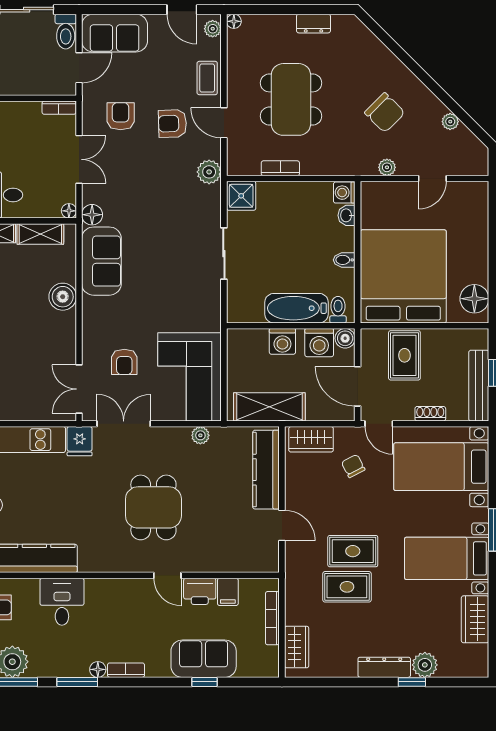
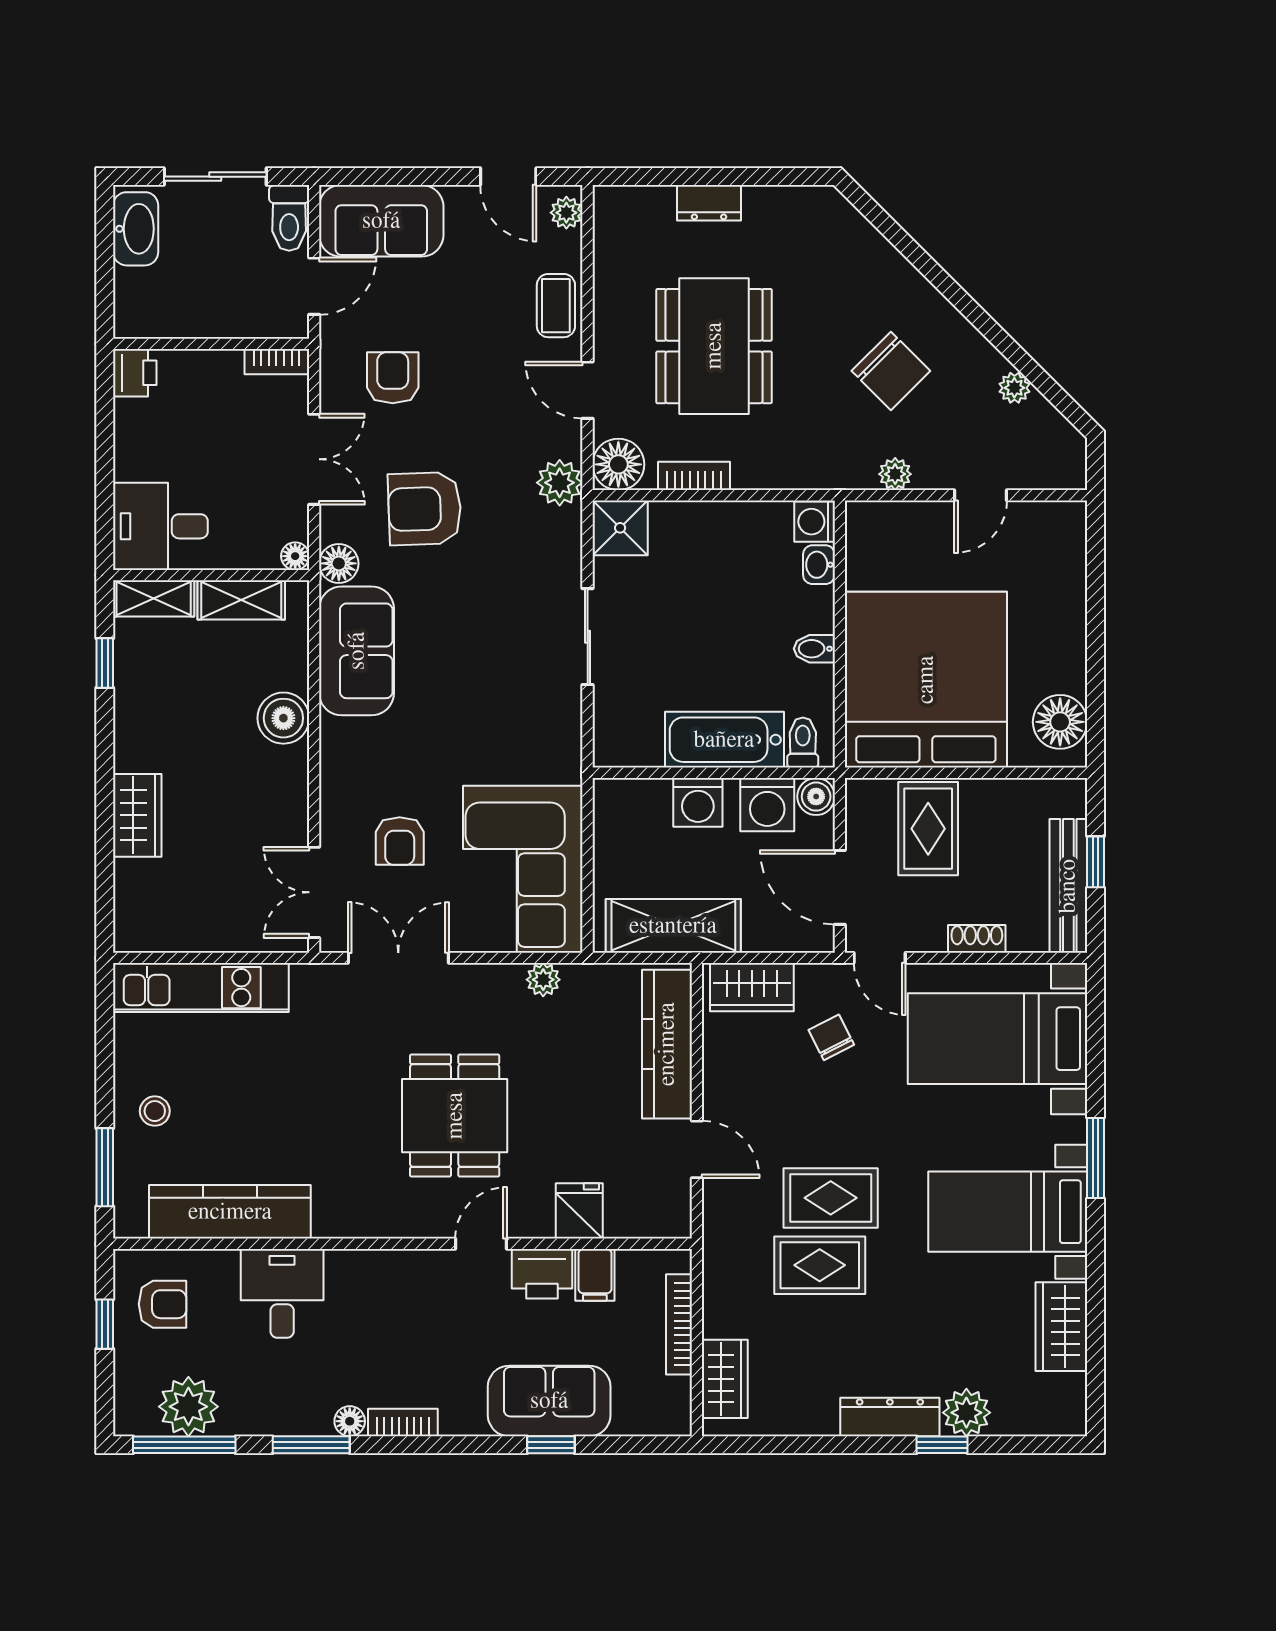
floor lamp: (234, 21) -> (618, 464), moved, width x1.89, depth x1.89
dresser: (313, 24) -> (709, 203), moved
armchair: (172, 124) -> (425, 509), moved, width x1.38, depth x1.38
fridge: (80, 441) -> (579, 1211), moved, turned 180
door: (167, 575) -> (481, 1244), swing flipped

